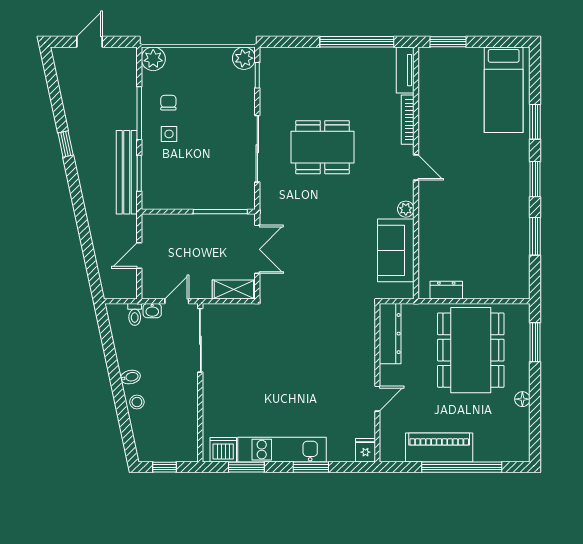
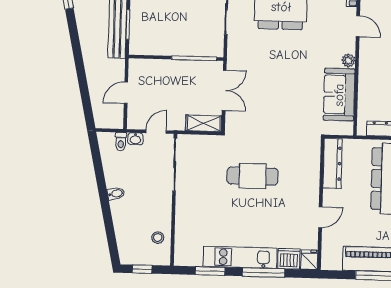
cafe table: (294, 351) -> (253, 176), added
stool: (137, 402) -> (158, 238), moved
dishwasher: (223, 450) -> (289, 259), moved
window: (311, 467) -> (264, 273), width x1.44

